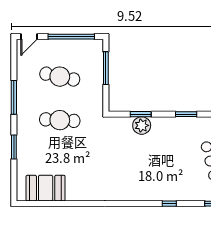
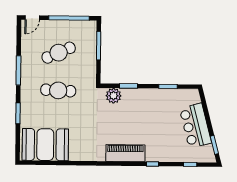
cafe table: (60, 77) -> (59, 53), turned -36
plant: (142, 125) -> (114, 96), moved
booth: (46, 188) -> (45, 145), width x1.36, depth x1.42
piano: (138, 191) -> (125, 153), added

